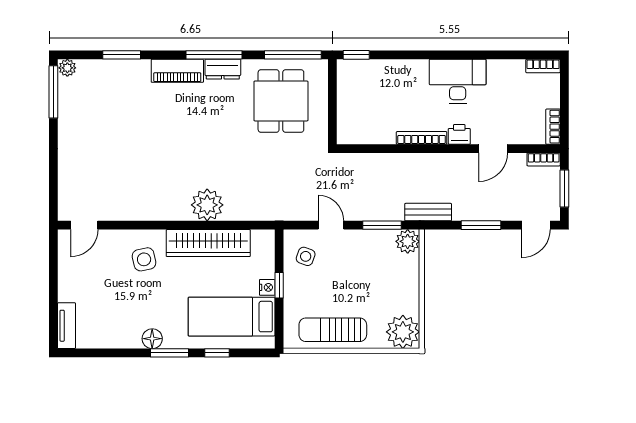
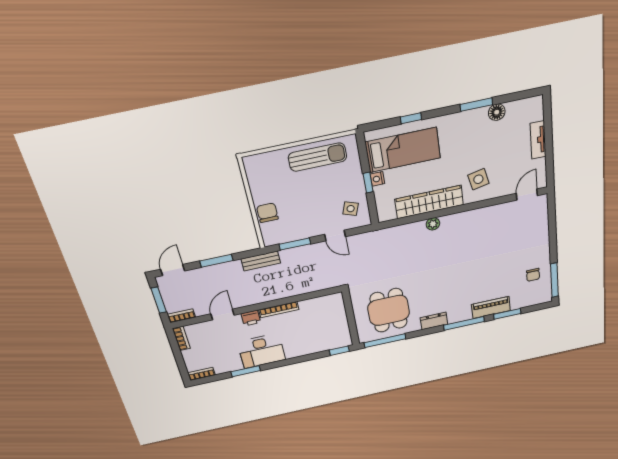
window: (214, 55) -> (464, 323), moved
window: (485, 55) -> (246, 371), added
plant: (67, 68) -> (545, 297), removed
piano: (177, 71) -> (491, 307), moved
chair: (83, 107) -> (533, 275), added
plant: (207, 205) -> (433, 224), width x0.53, depth x0.53
plant: (408, 241) -> (272, 237), removed
chair: (406, 274) -> (267, 213), added
tv unit: (66, 326) -> (538, 140), moved
plant: (403, 332) -> (259, 168), removed
floor lamp: (152, 339) -> (497, 112), moved
window: (170, 353) -> (476, 105), moved

